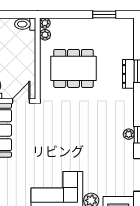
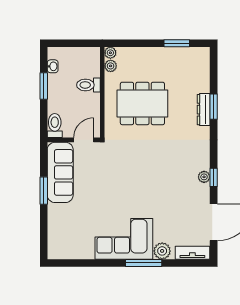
toilet: (25, 24) -> (88, 85), moved

